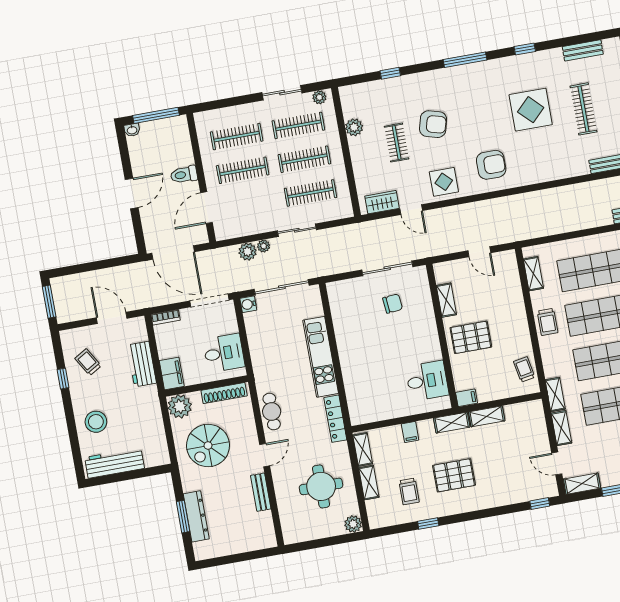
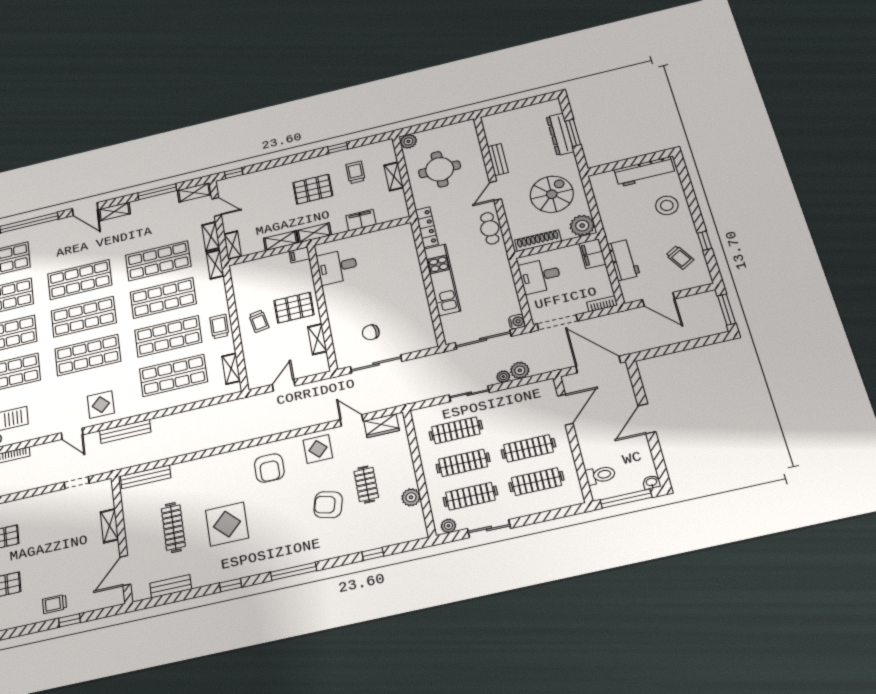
armchair: (491, 165) -> (269, 468), turned -90
toilet: (184, 175) -> (600, 475), moved
door: (479, 252) -> (284, 385), hinge flipped
trolley: (524, 369) -> (259, 321), moved
filing cabinet: (410, 432) -> (361, 220), width x2.00
shelving: (363, 449) -> (233, 245), moved

